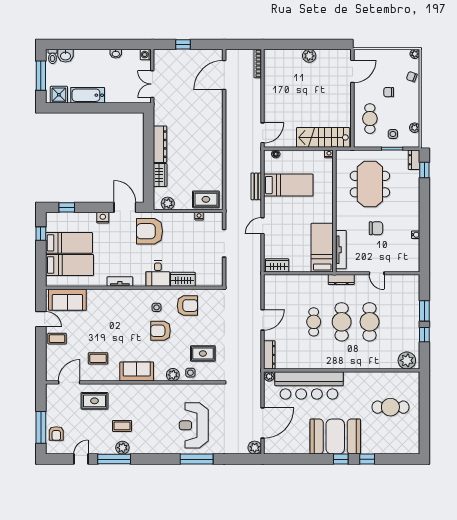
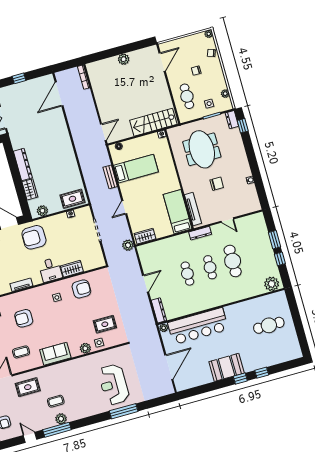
cafe table: (342, 322) -> (210, 267), width x0.73, depth x0.74
armchair: (161, 331) -> (24, 318), moved
booth: (335, 437) -> (227, 367), width x0.73, depth x0.70
plant: (255, 448) -> (128, 245), moved
door: (81, 459) -> (30, 437), hinge flipped

